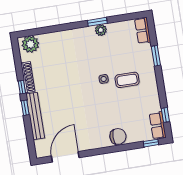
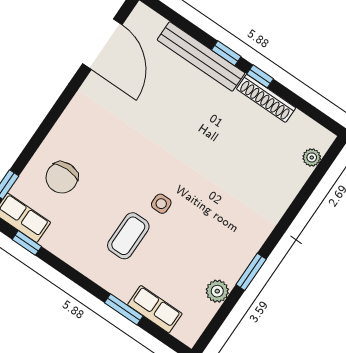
plant: (101, 30) -> (217, 291), moved
row of seats: (143, 30) -> (155, 309), moved
plant: (30, 44) -> (312, 157), width x0.53, depth x0.53
chair: (118, 136) -> (62, 178), moved

